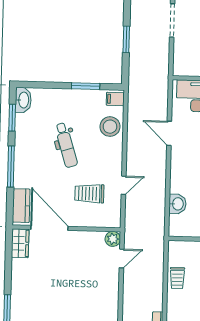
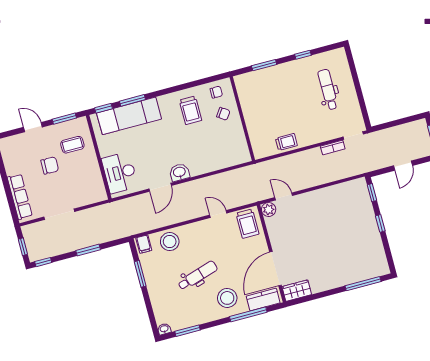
washbasin: (23, 100) -> (164, 329), width x0.52, depth x0.69
window: (11, 166) -> (248, 314), moved
stool: (34, 169) -> (227, 298), added
trolley: (89, 194) -> (247, 224), moved
washbasin: (177, 204) -> (179, 172), moved

